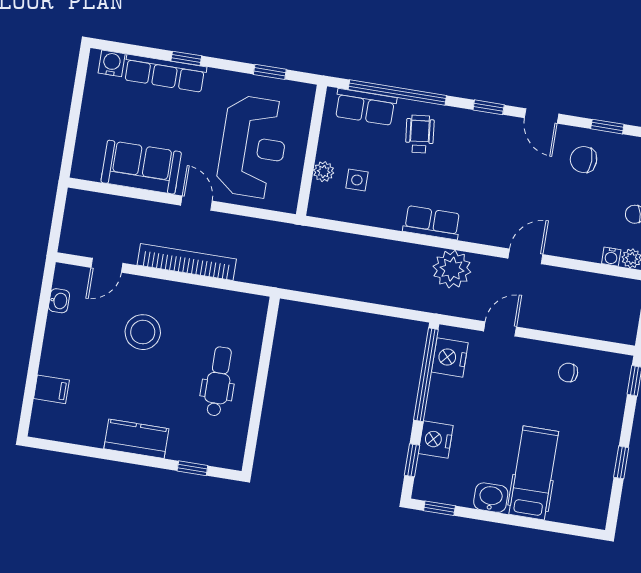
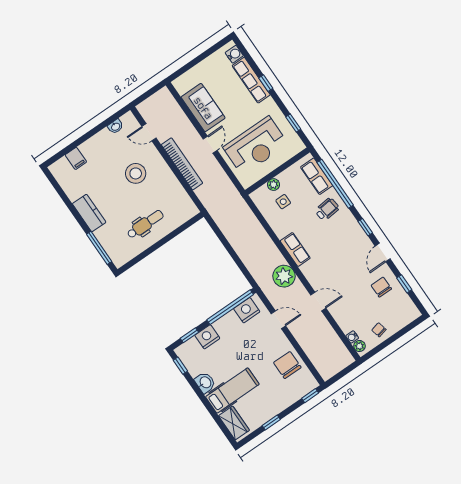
chair: (568, 373) -> (287, 365), width x1.87, depth x1.87
window: (192, 468) -> (99, 248), width x2.17
wardrobe: (577, 510) -> (234, 423), added

